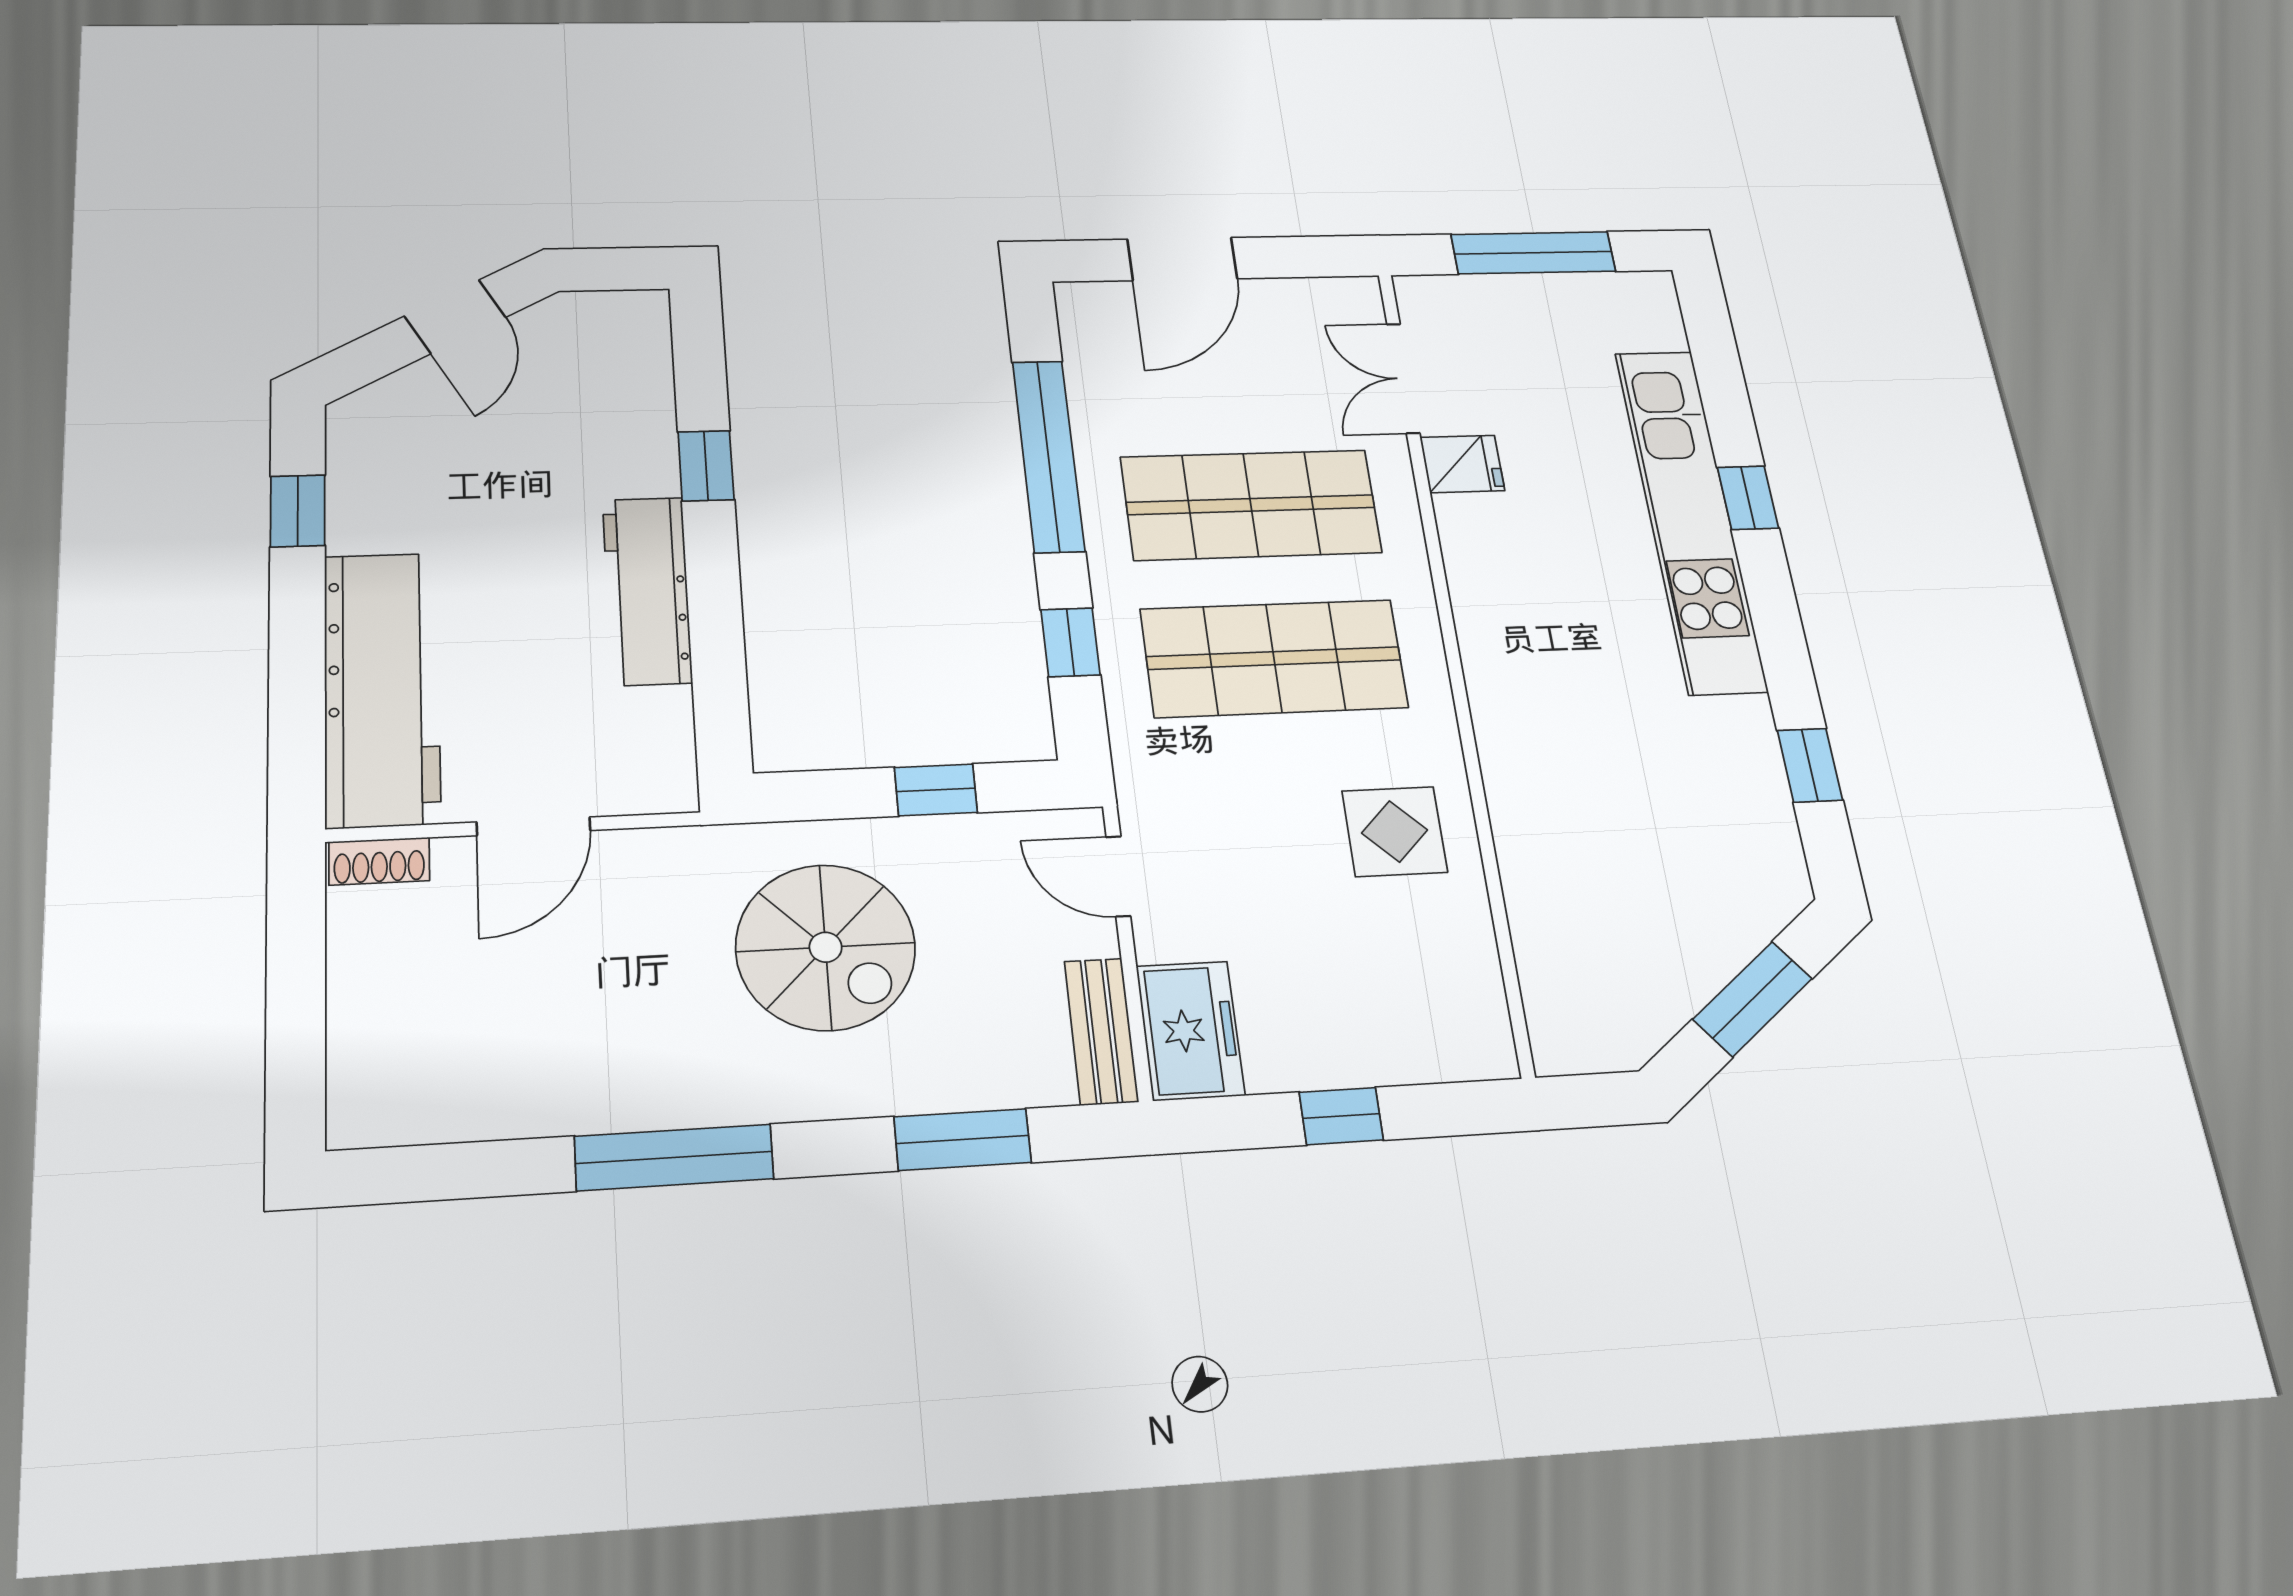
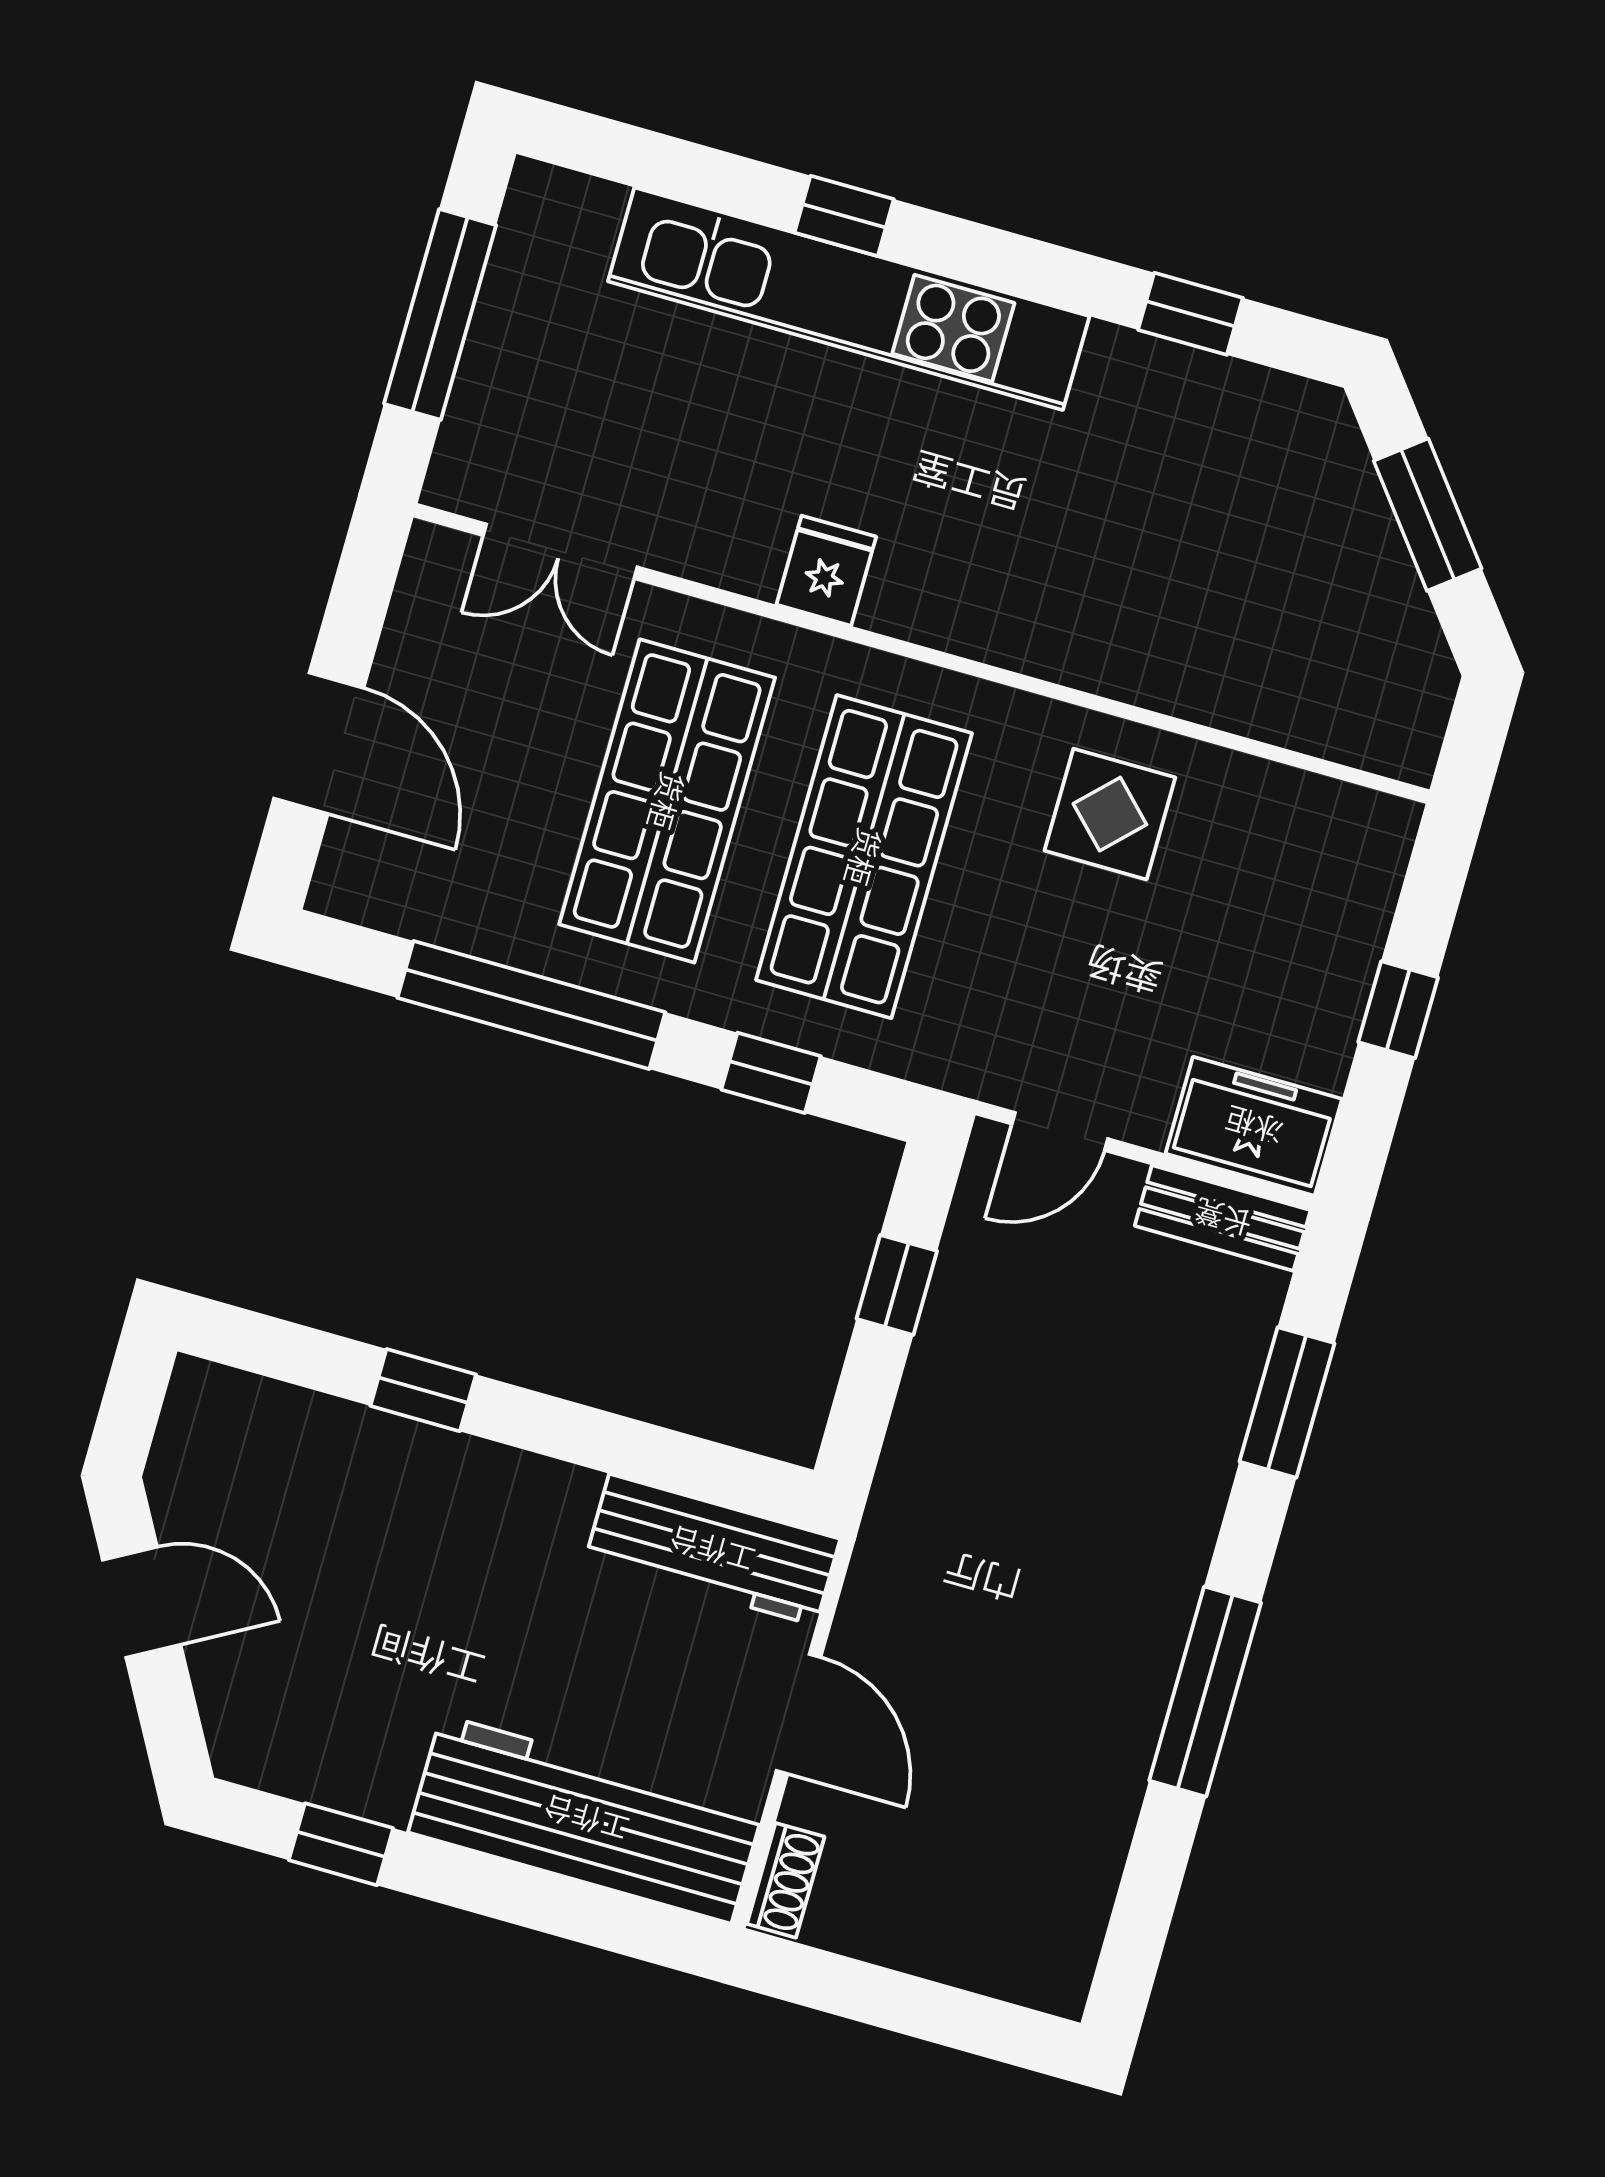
fridge: (1462, 464) -> (826, 571), moved
workbench: (647, 590) -> (712, 1550), moved
spiral stairs: (826, 947) -> (1034, 1464), removed

